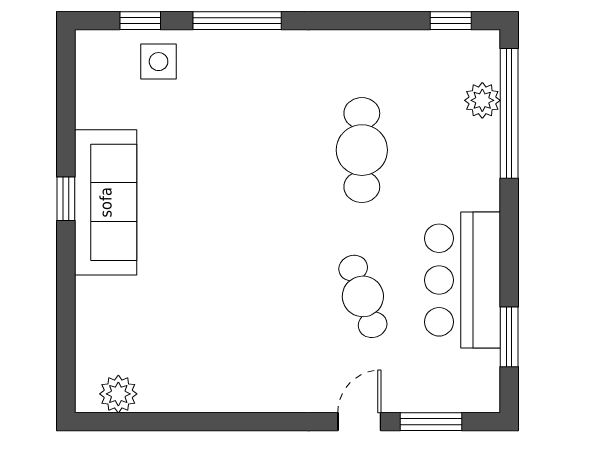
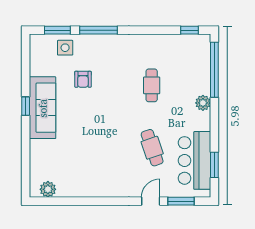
window: (140, 21) -> (57, 30), width x1.50
plant: (482, 100) -> (203, 103), moved
armchair: (201, 136) -> (83, 79), added
cafe table: (362, 150) -> (152, 85), width x0.73, depth x0.74
bar counter: (462, 280) -> (195, 160), moved

